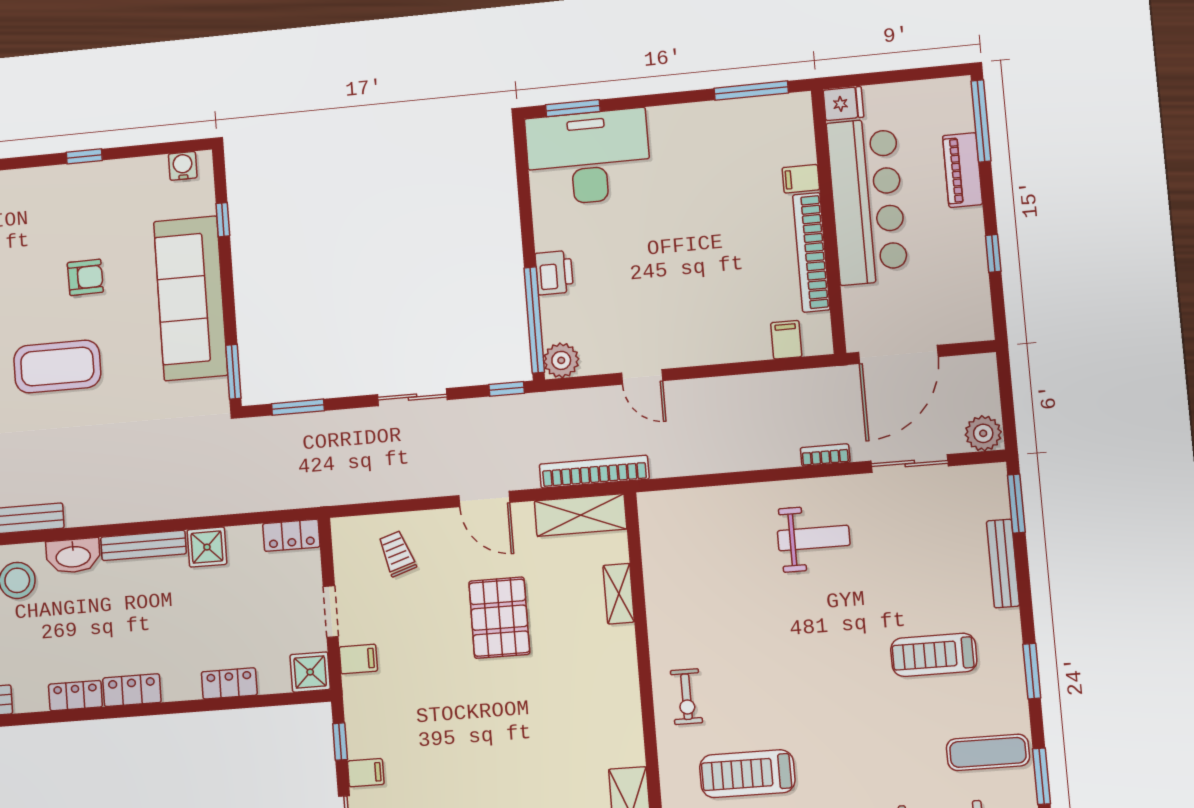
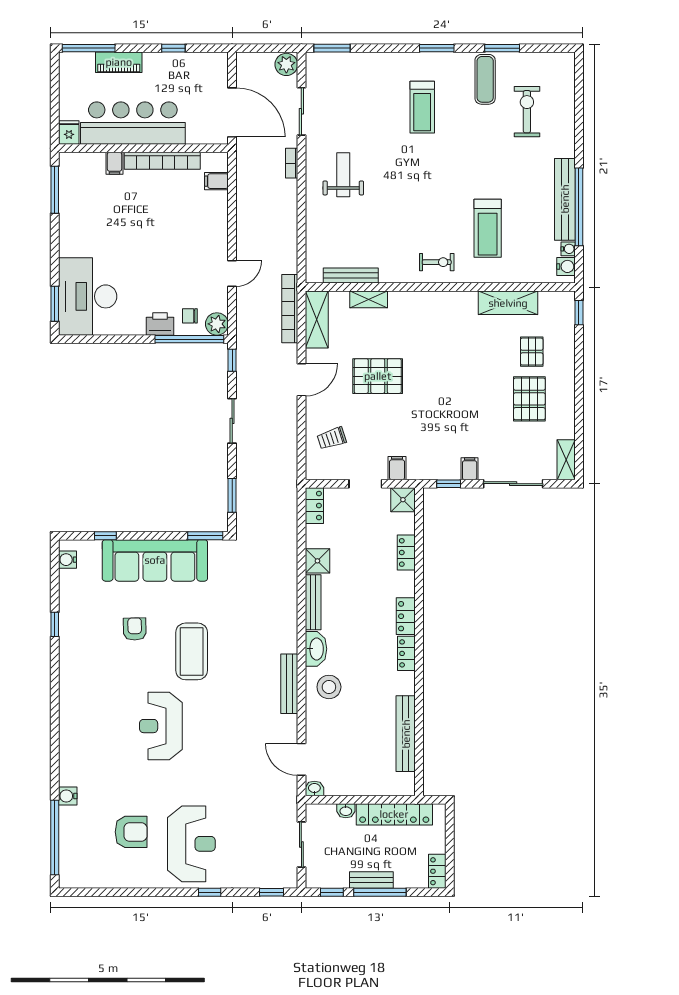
chair: (571, 318) -> (190, 316), added
bench: (1003, 563) -> (351, 276), moved

